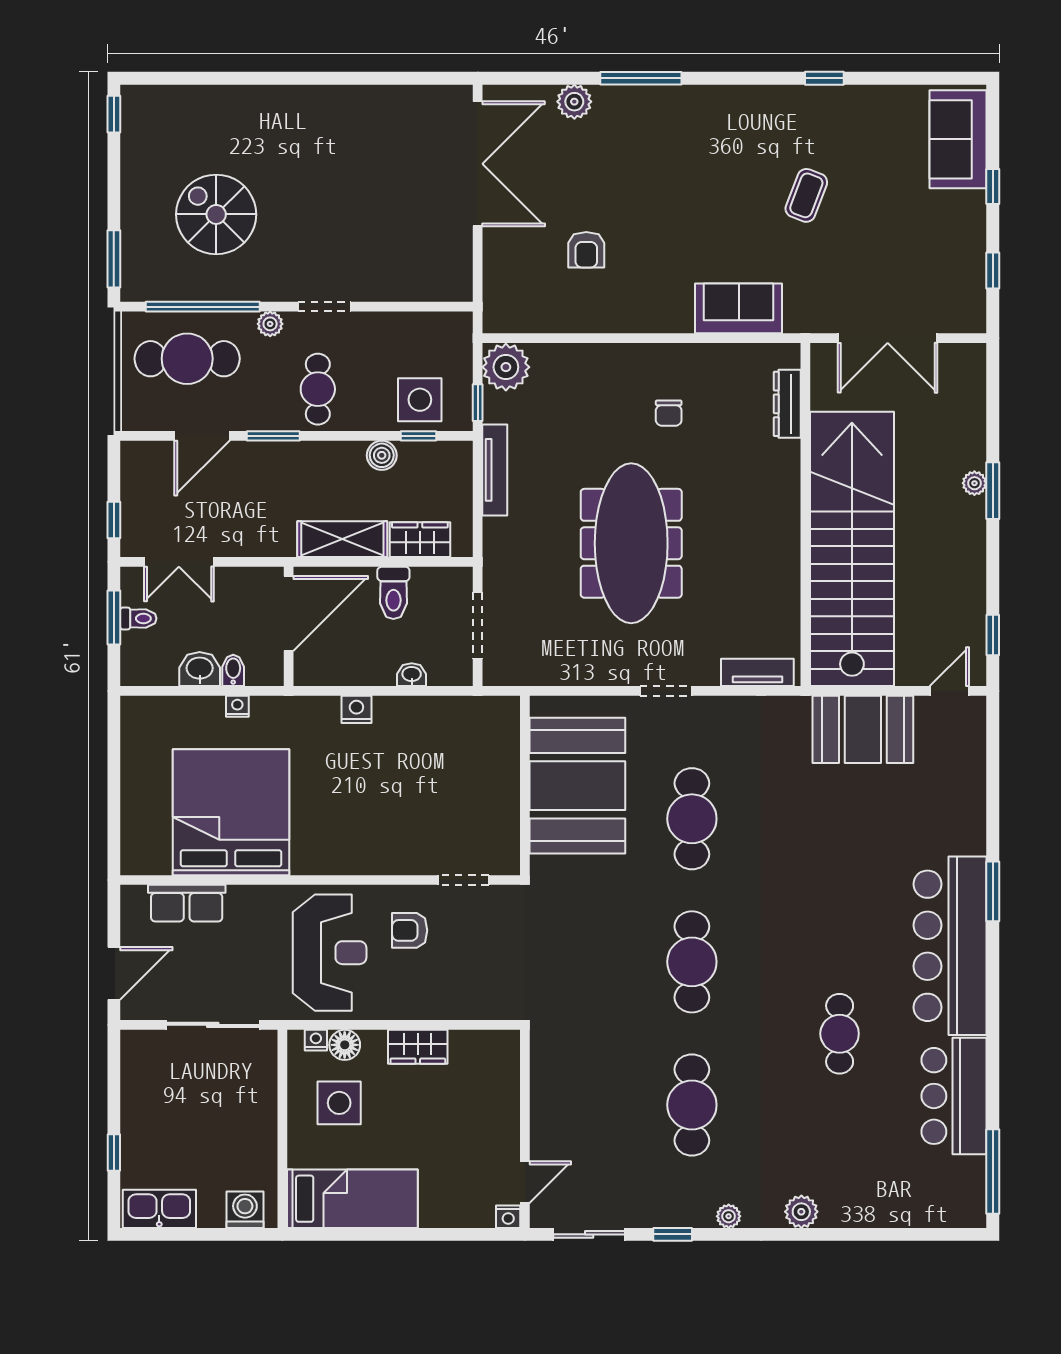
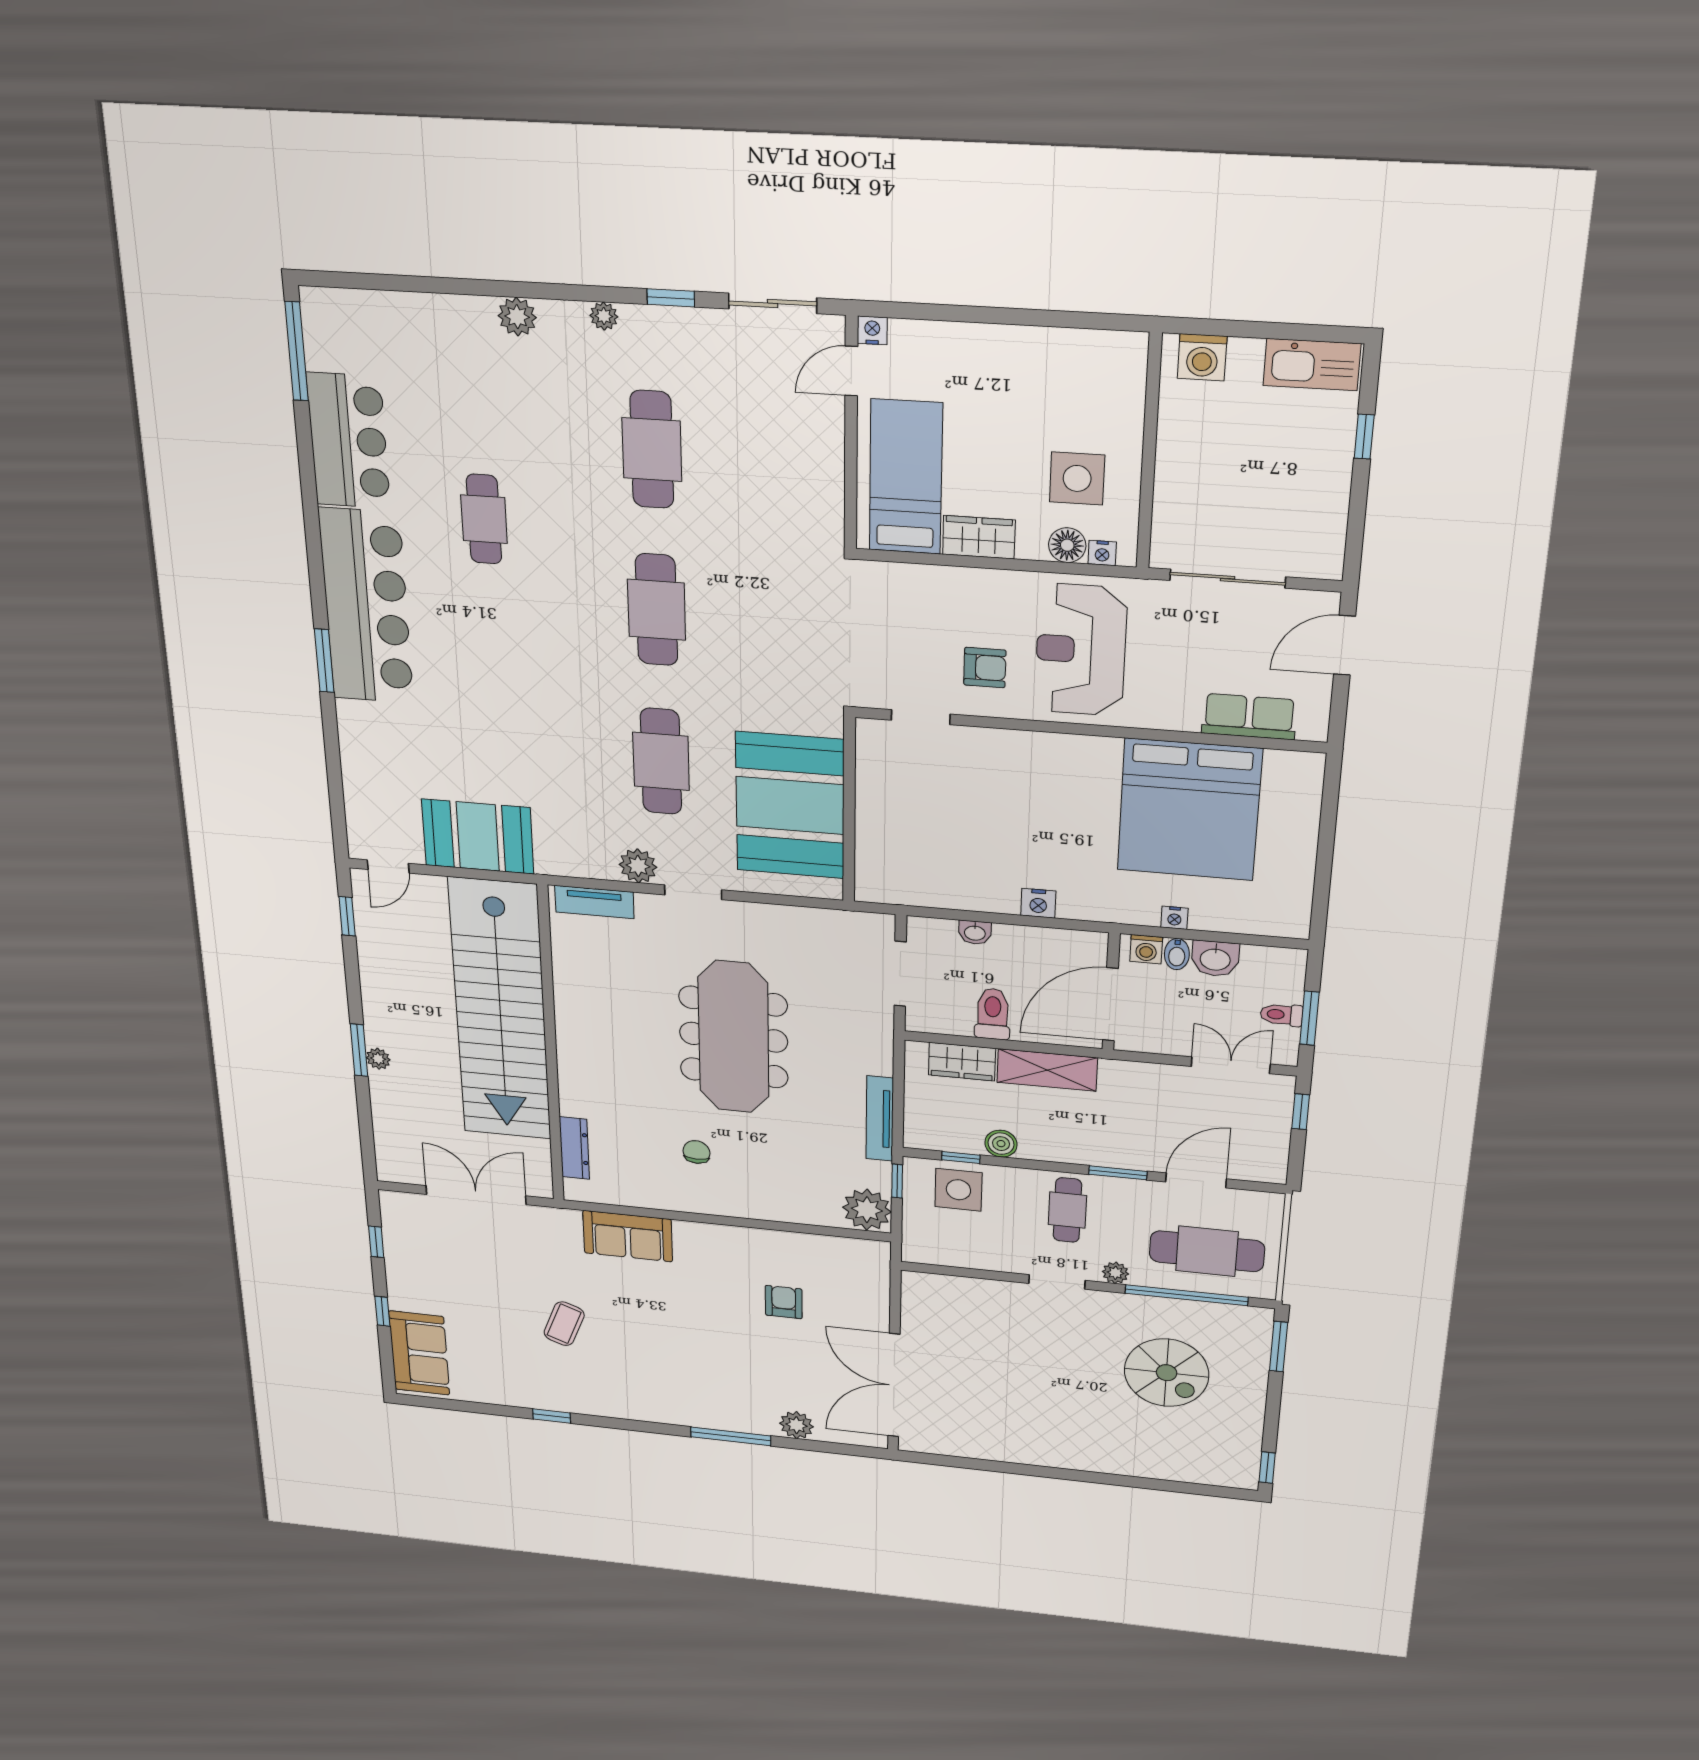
washing machine: (260, 673) -> (1146, 949), added
plant: (716, 713) -> (638, 866), added
bed: (352, 1199) -> (906, 477), moved, turned 90

